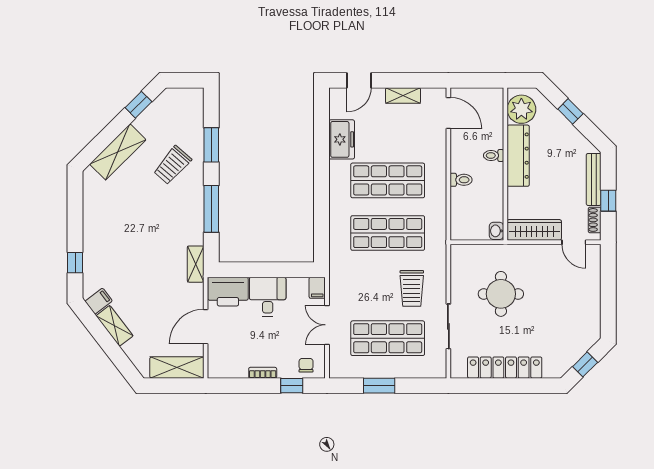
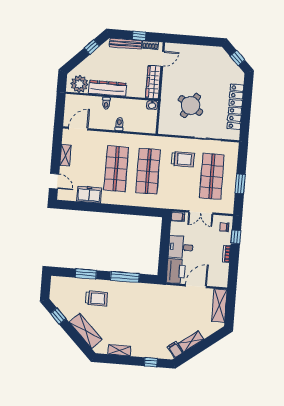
window: (570, 111) -> (92, 47), moved
trolley: (172, 165) -> (96, 298), turned -41
shelving: (196, 264) -> (120, 350), moved
round table: (501, 294) -> (190, 106), turned 32
door: (206, 327) -> (196, 286), swing flipped

